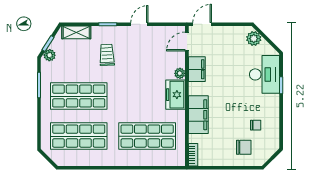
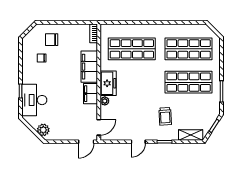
plant: (50, 55) -> (213, 116), removed
filing cabinet: (197, 69) -> (91, 94), moved

